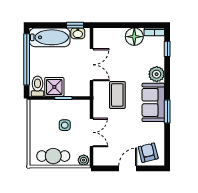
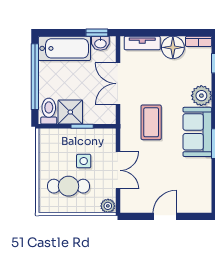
tv unit: (110, 33) -> (142, 43), added
double door: (91, 65) -> (118, 84), swing flipped
armchair: (148, 153) -> (191, 196), removed
cafe table: (53, 156) -> (68, 186), moved

